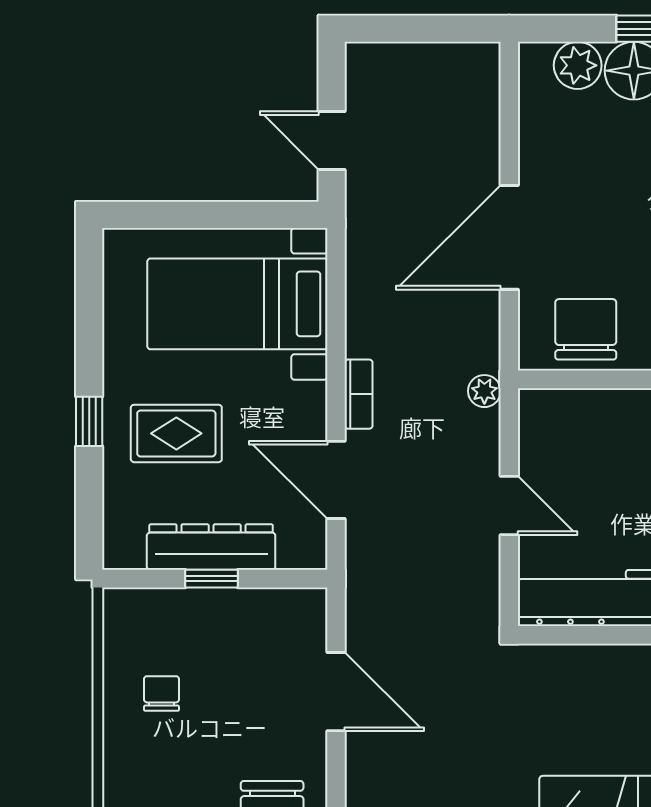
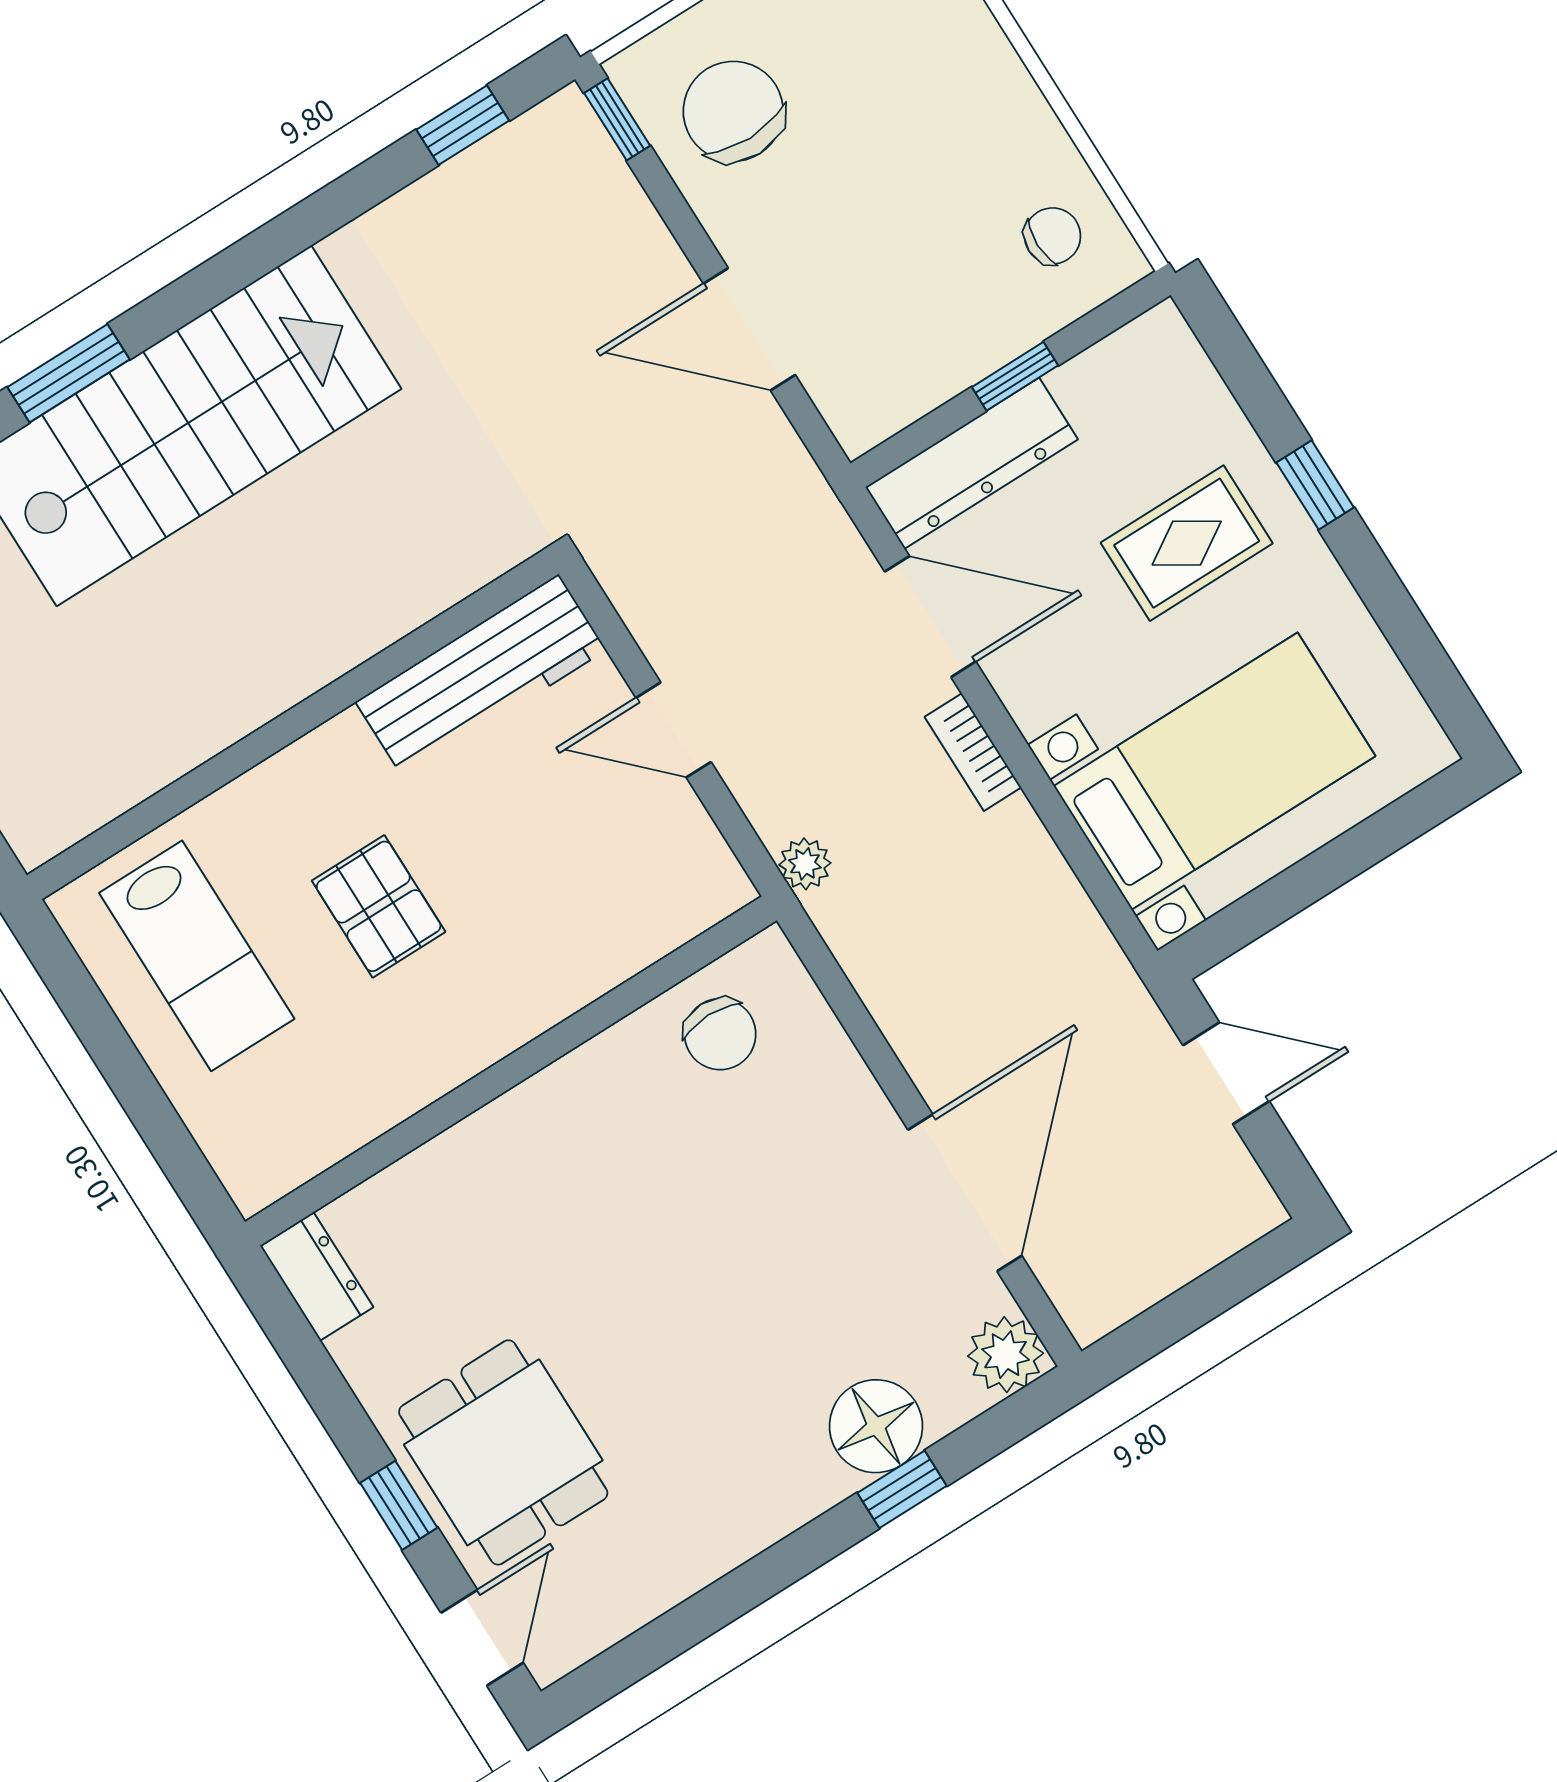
plant: (578, 65) -> (1006, 1355), moved
door: (509, 237) -> (965, 1193), moved
chair: (586, 329) -> (720, 1034), width x0.73, depth x0.73
dresser: (211, 547) -> (972, 463), moved
chair: (161, 693) -> (1053, 236), moved, turned -90

